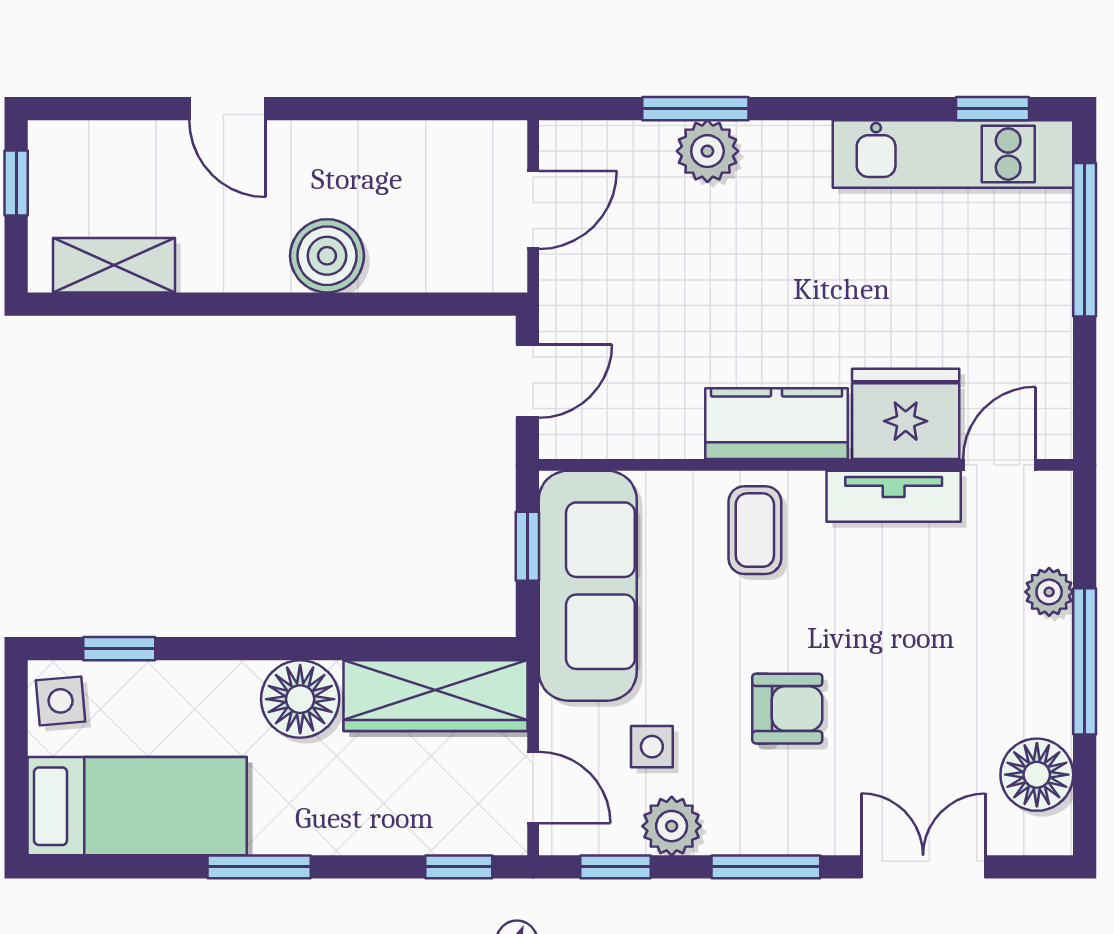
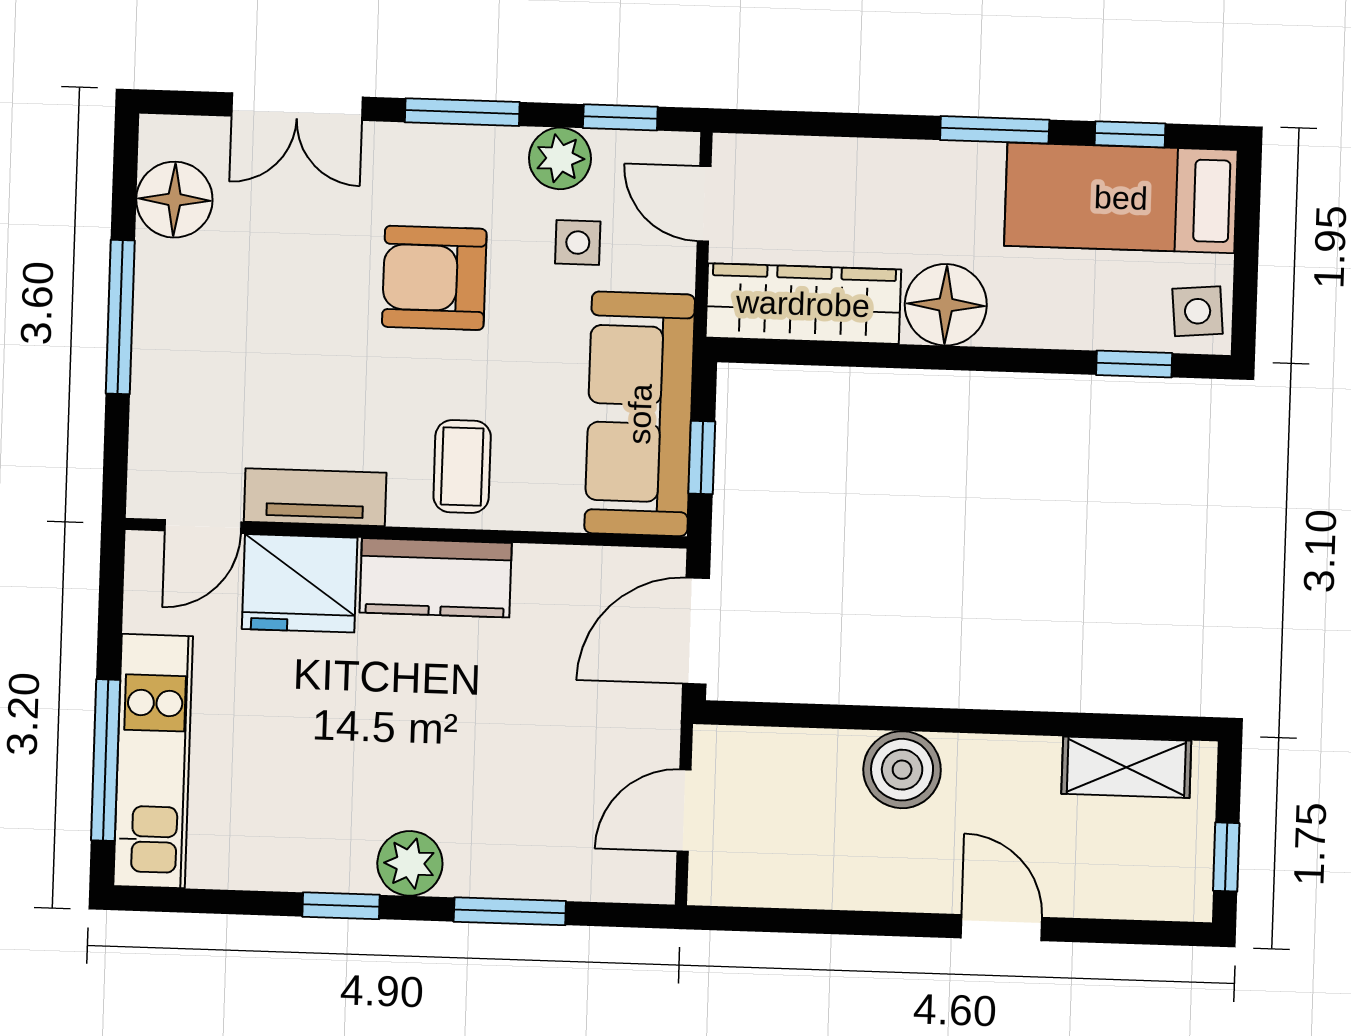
window: (992, 109) -> (341, 906), moved
plant: (707, 151) -> (410, 863), moved
kitchen unit: (953, 154) -> (153, 761), moved, turned 90
door: (527, 381) -> (696, 631), width x1.38
plant: (1049, 592) -> (155, 391), removed
armchair: (787, 709) -> (434, 278), width x1.38, depth x1.38
window: (459, 867) -> (1130, 134), moved

